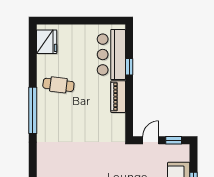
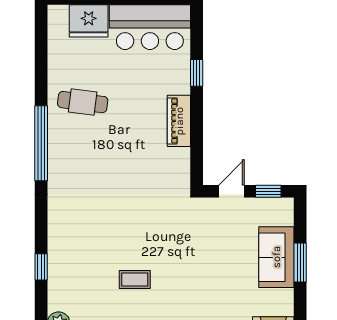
fridge: (47, 42) -> (89, 21), moved, turned 90
bar counter: (111, 55) -> (150, 27), moved, turned -90

